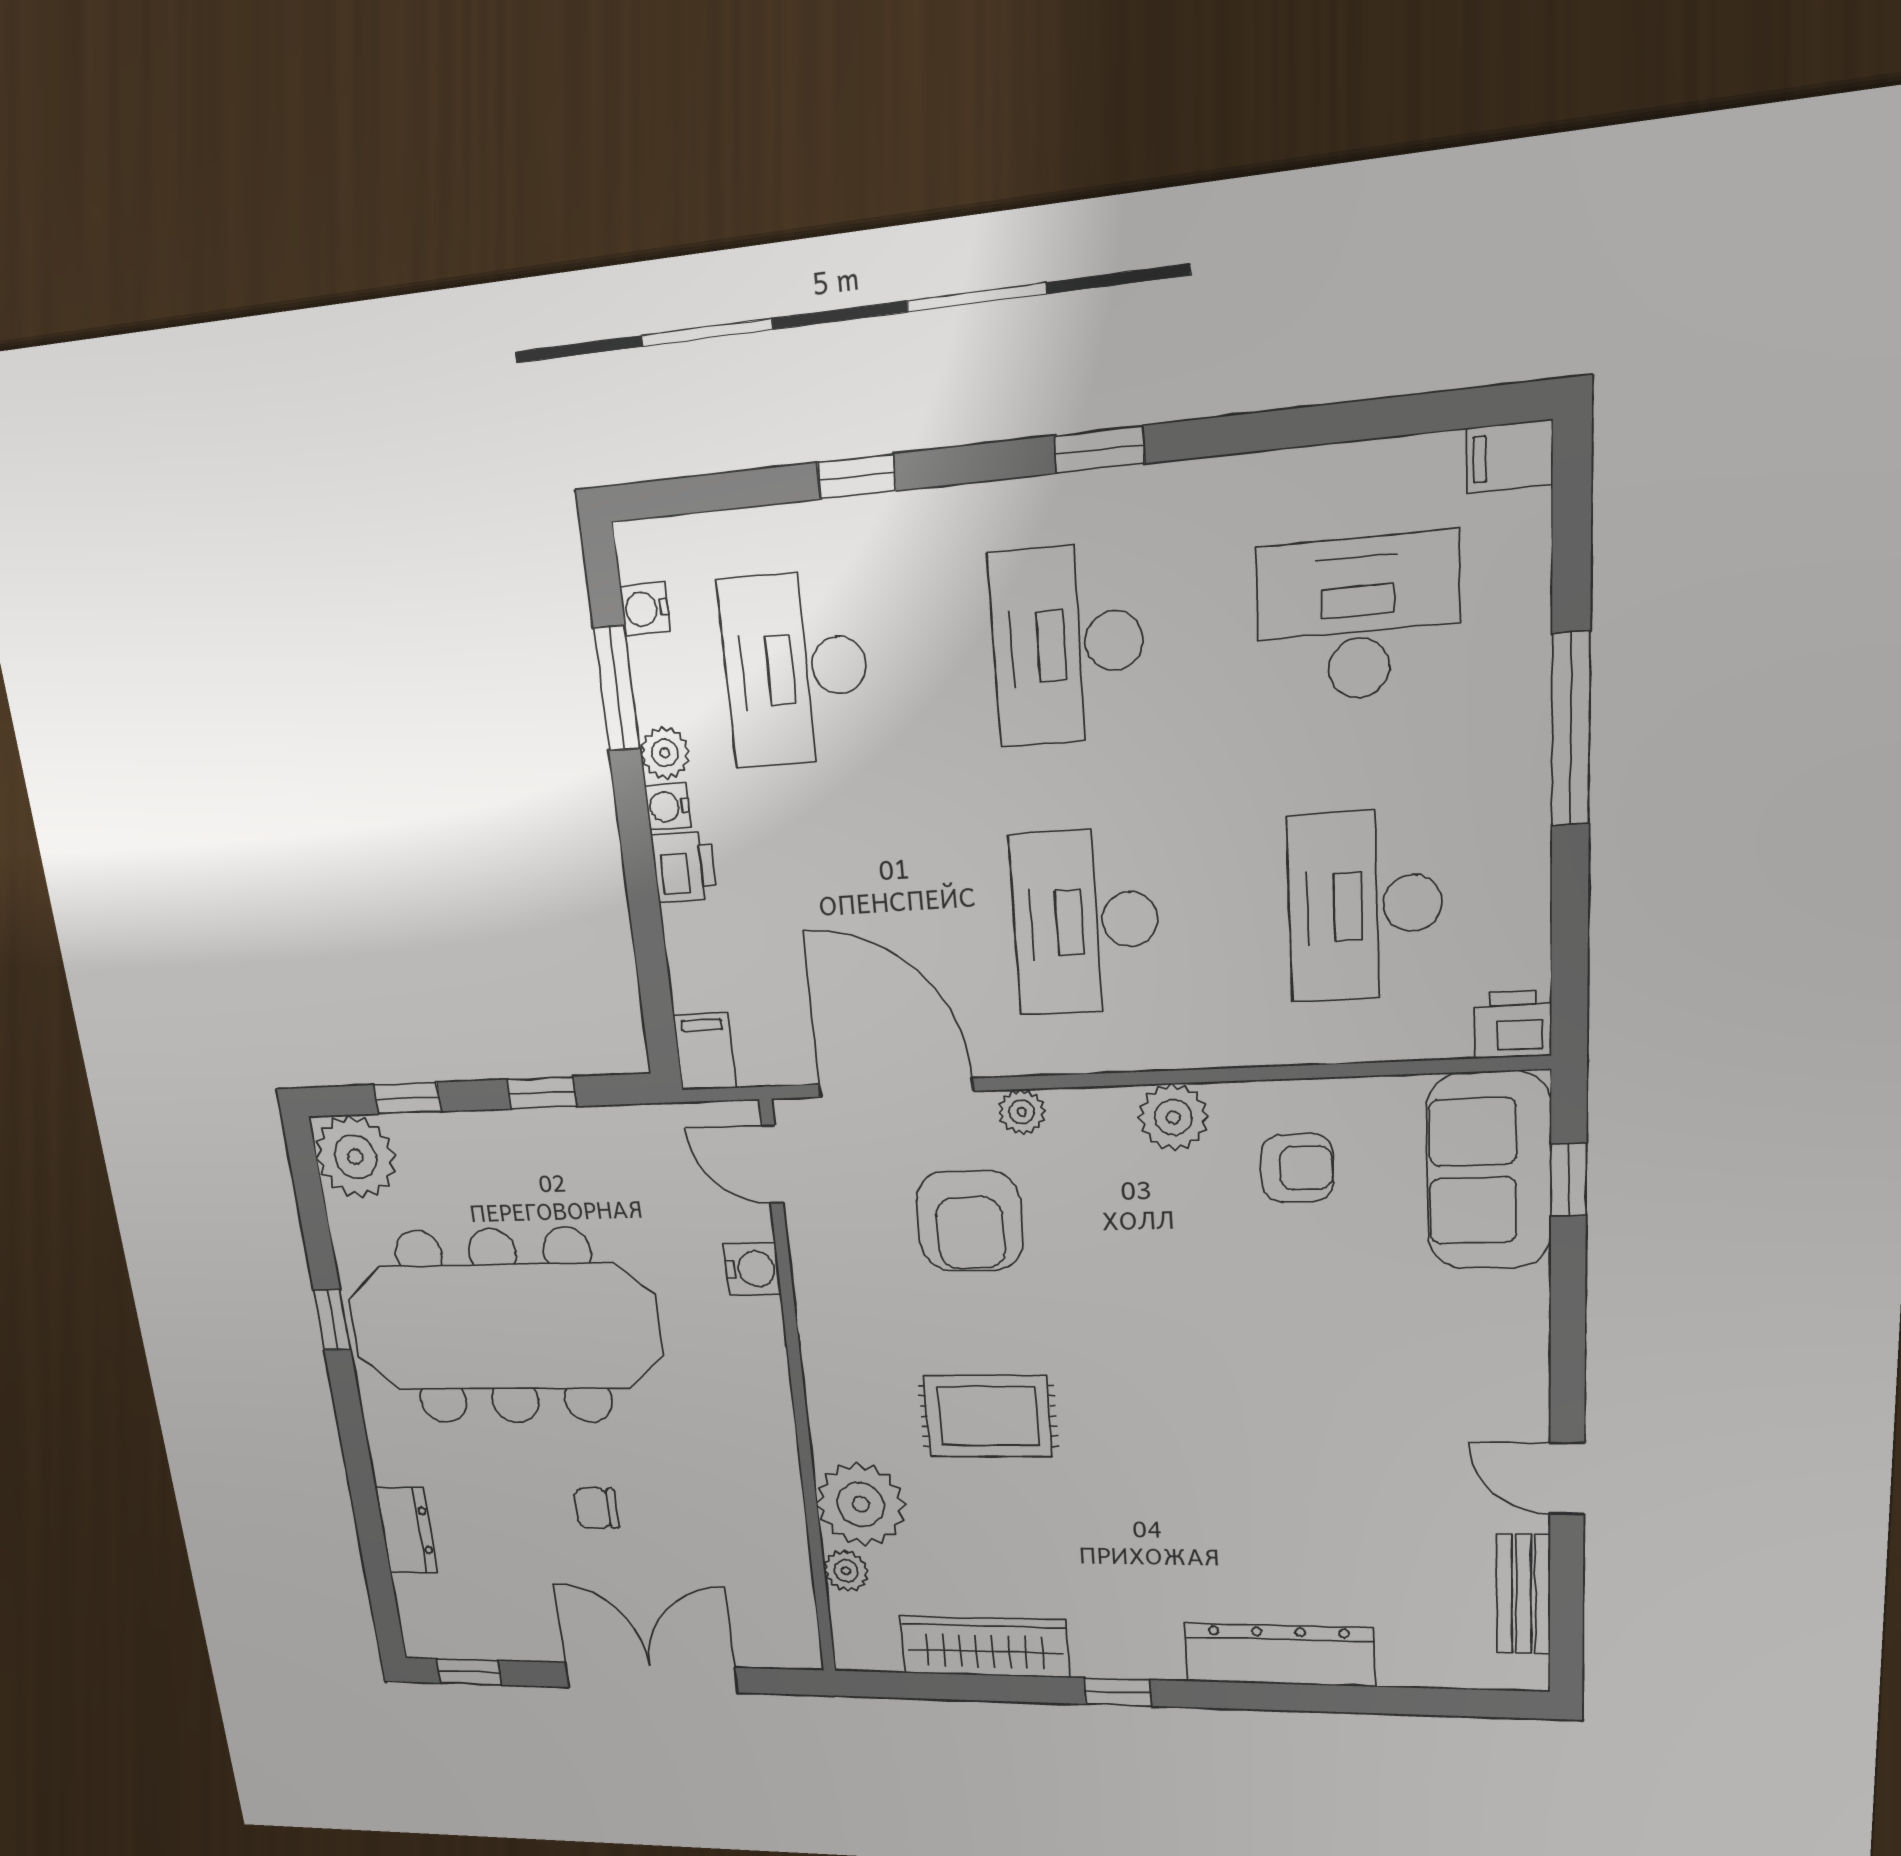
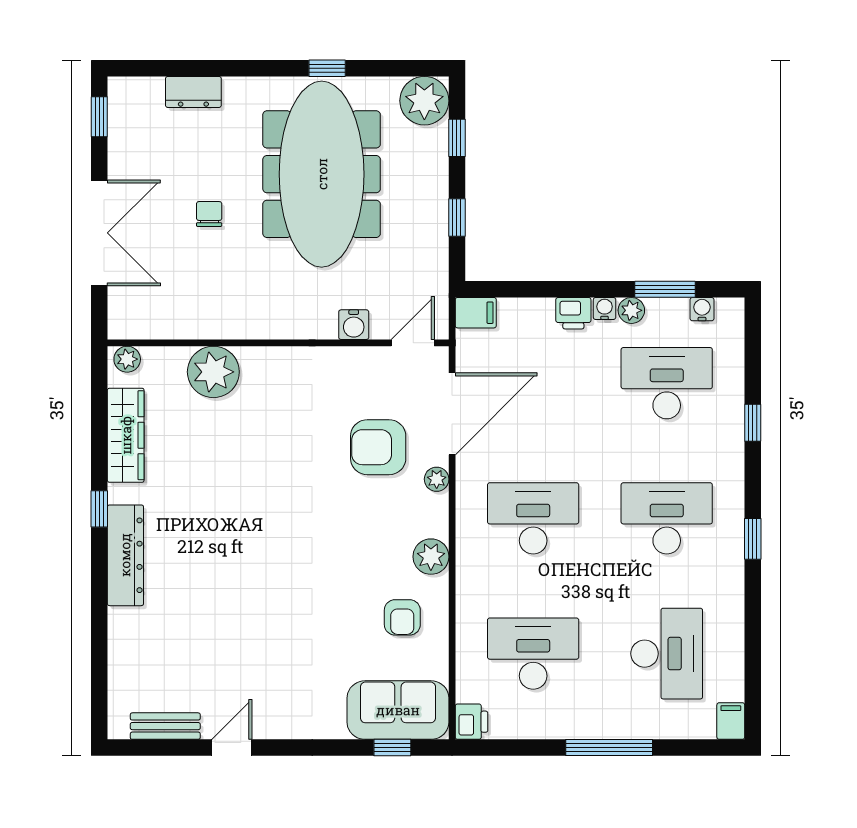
rug: (988, 1416) -> (267, 448), removed
plant: (846, 1571) -> (127, 359), moved
dresser: (1279, 1655) -> (125, 555), moved

